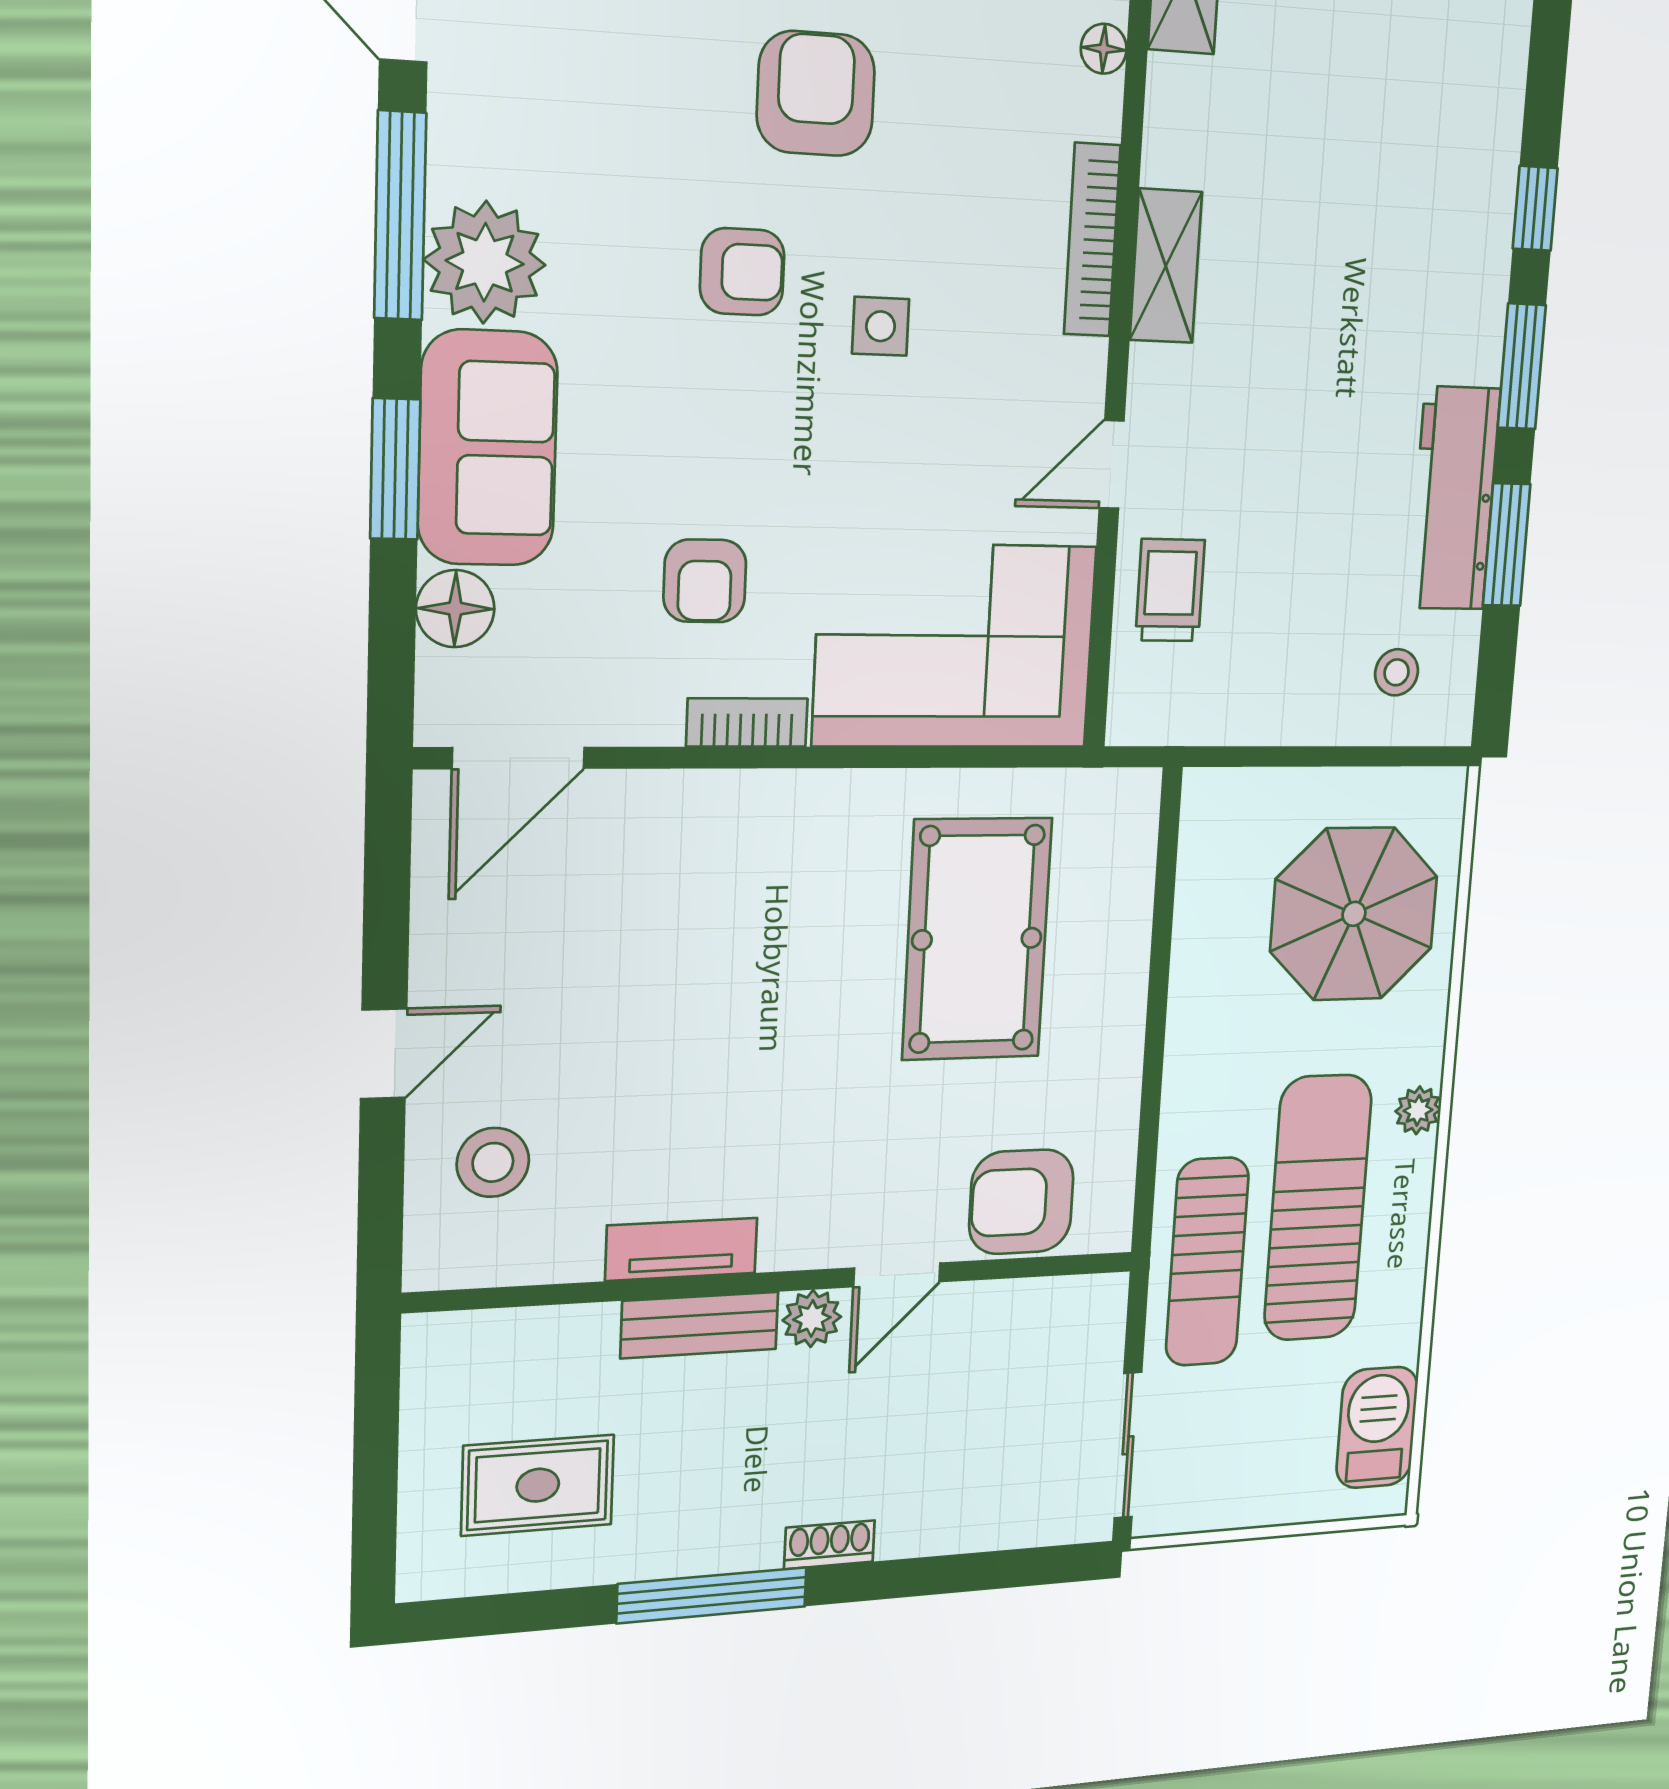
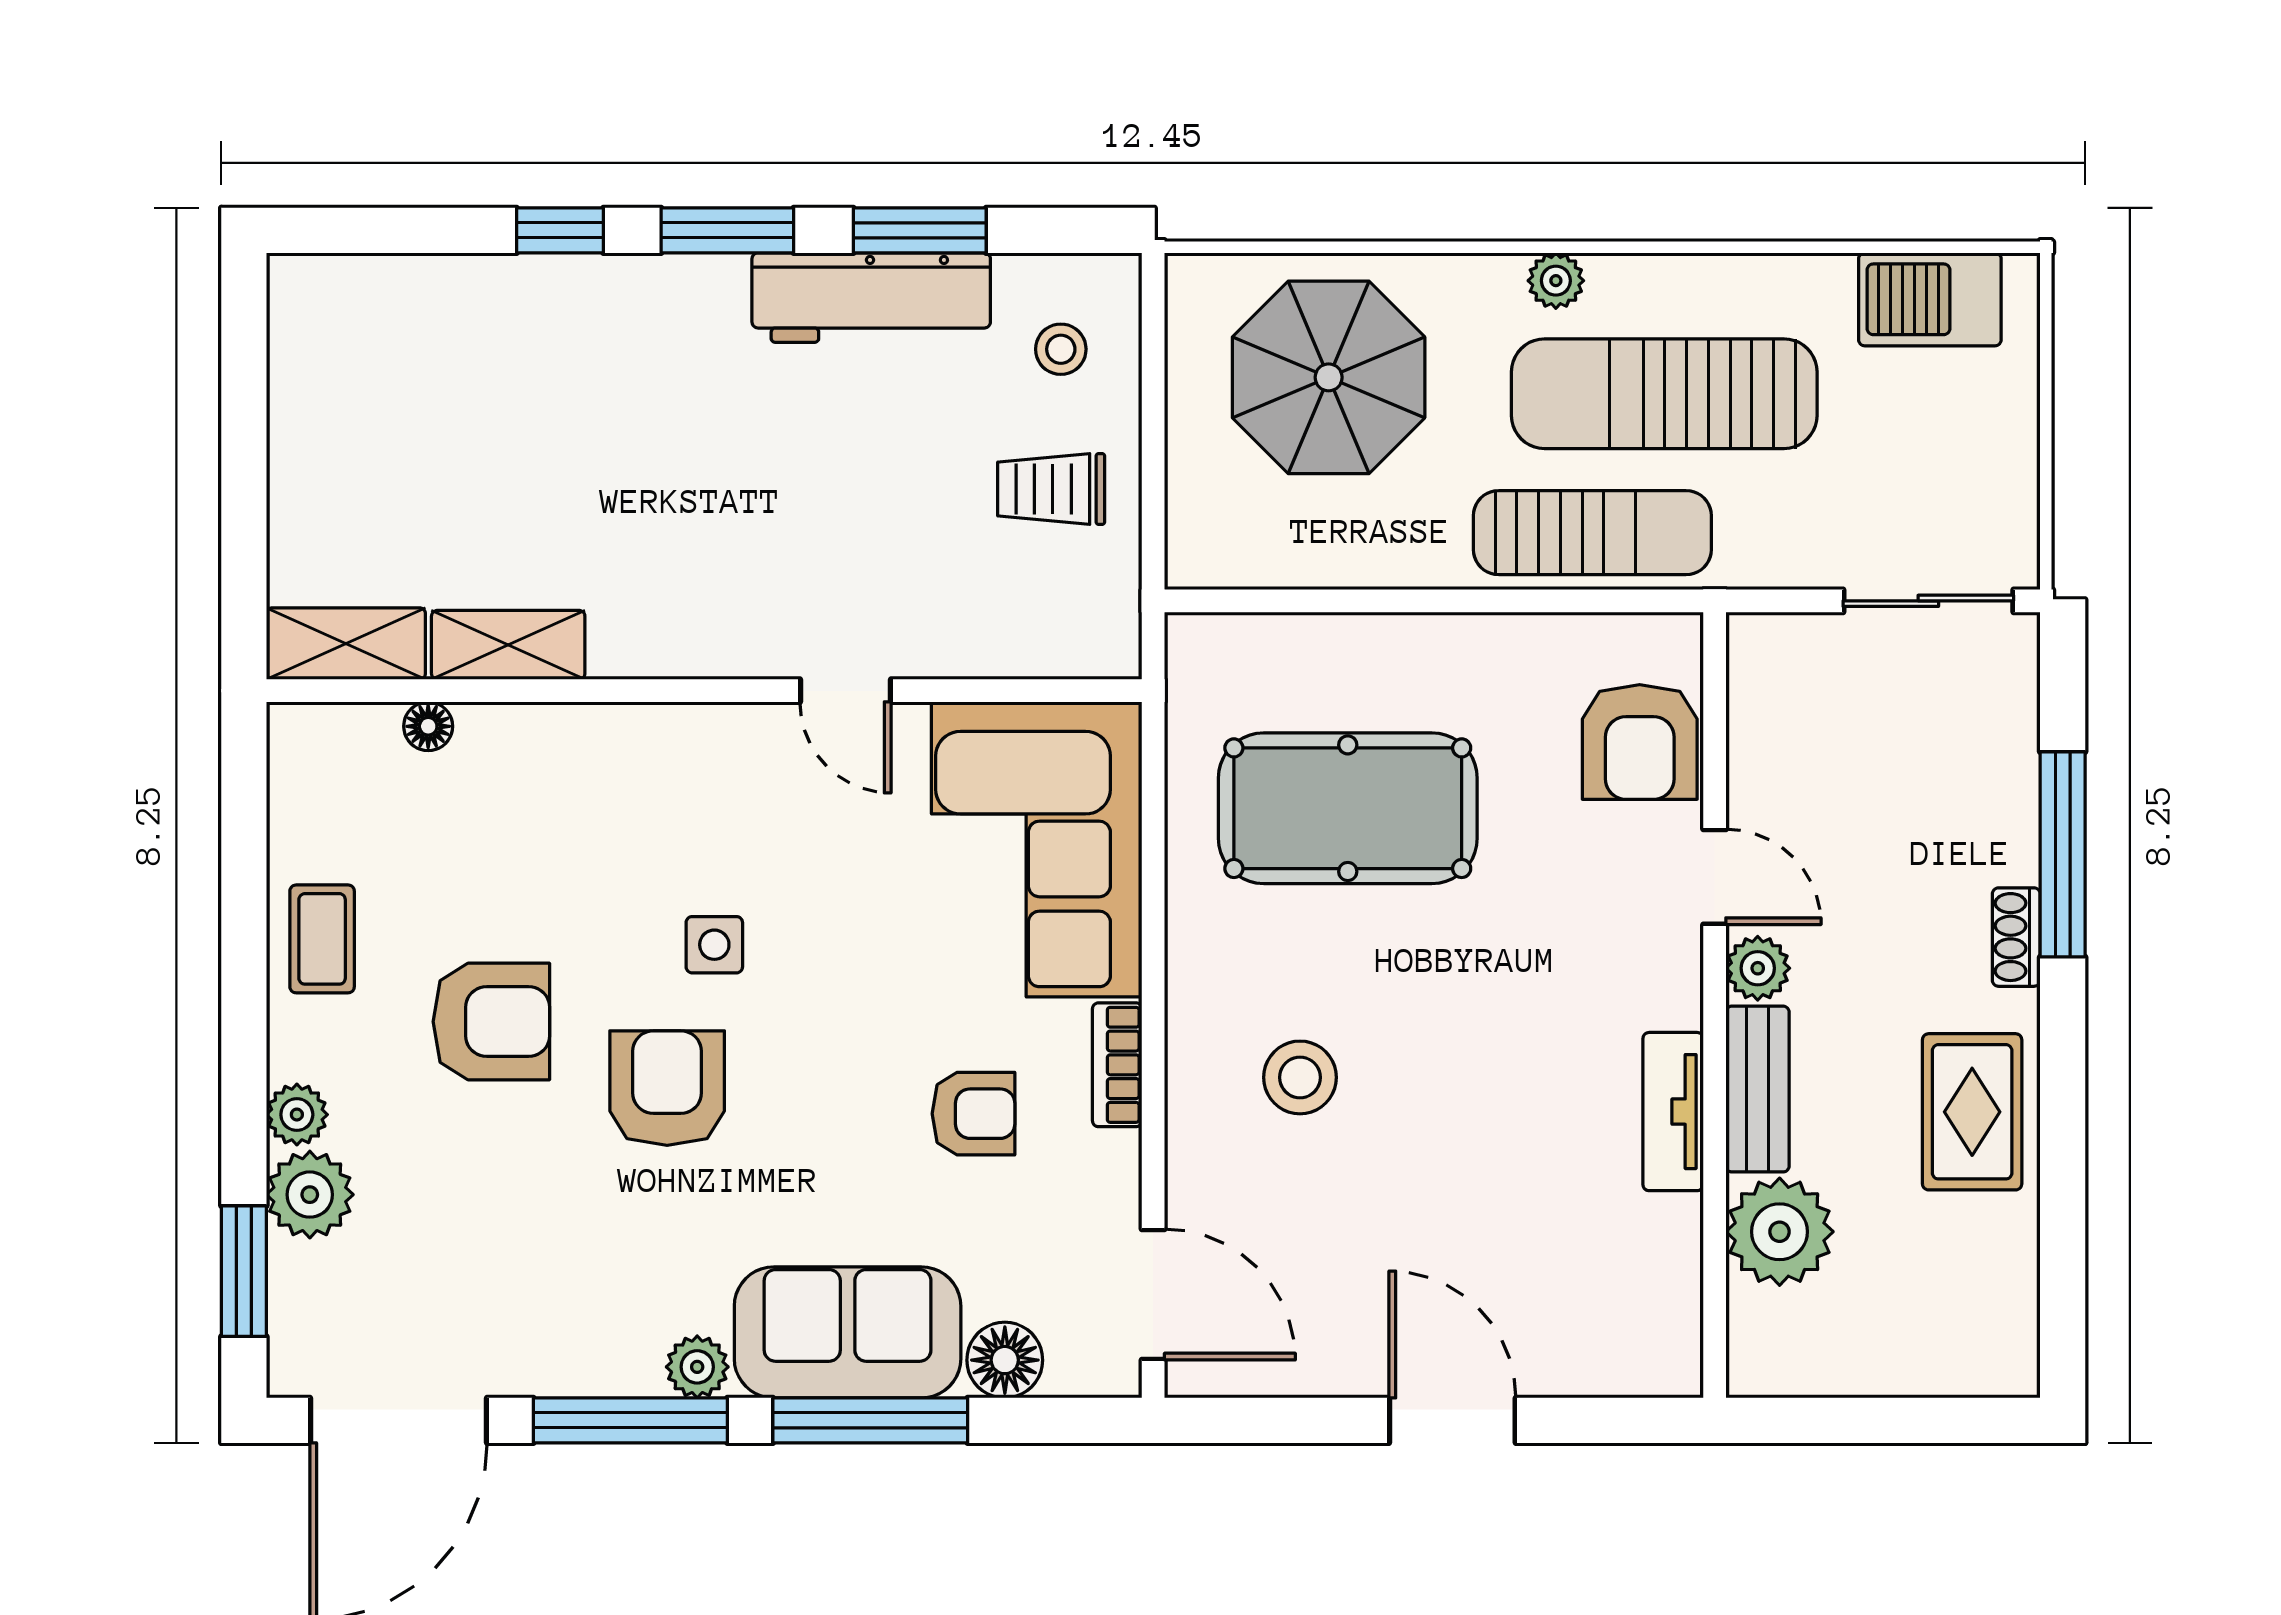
armchair: (816, 94) -> (491, 1022), turned 180
bookcase: (1092, 240) -> (618, 726), removed
plant: (485, 262) -> (697, 1367), width x0.53, depth x0.53
shelving: (1166, 266) -> (508, 645), moved
armchair: (742, 272) -> (667, 1088), width x1.38, depth x1.38
window: (395, 469) -> (870, 1420), width x1.44
trolley: (1170, 590) -> (1051, 489), moved
door: (384, 1054) -> (1452, 1420), width x1.37
stool: (493, 1162) -> (1300, 1077), moved
sun lounger: (1207, 1262) -> (1592, 533), moved
plant: (563, 1354) -> (1780, 1232), added
rug: (538, 1485) -> (1972, 1112), moved
window: (712, 1595) -> (2063, 854), moved

